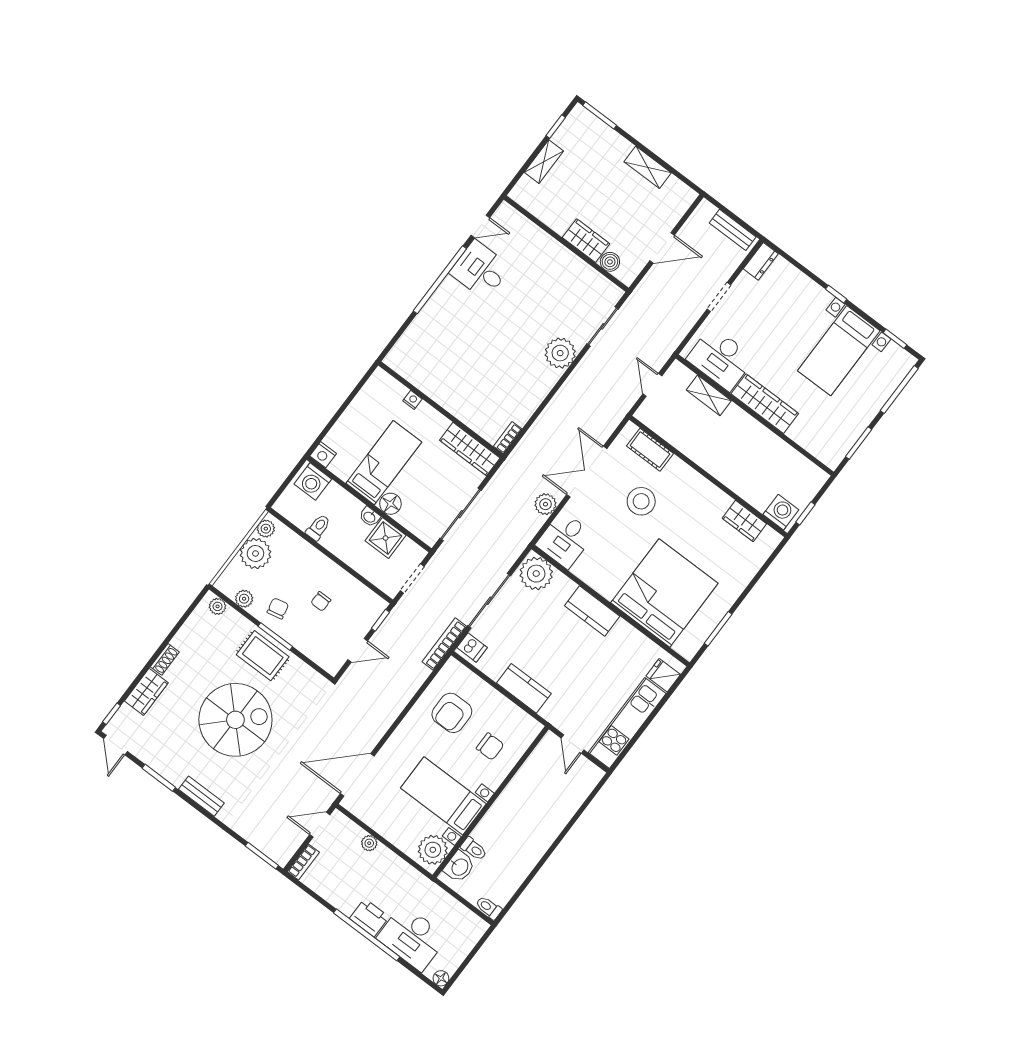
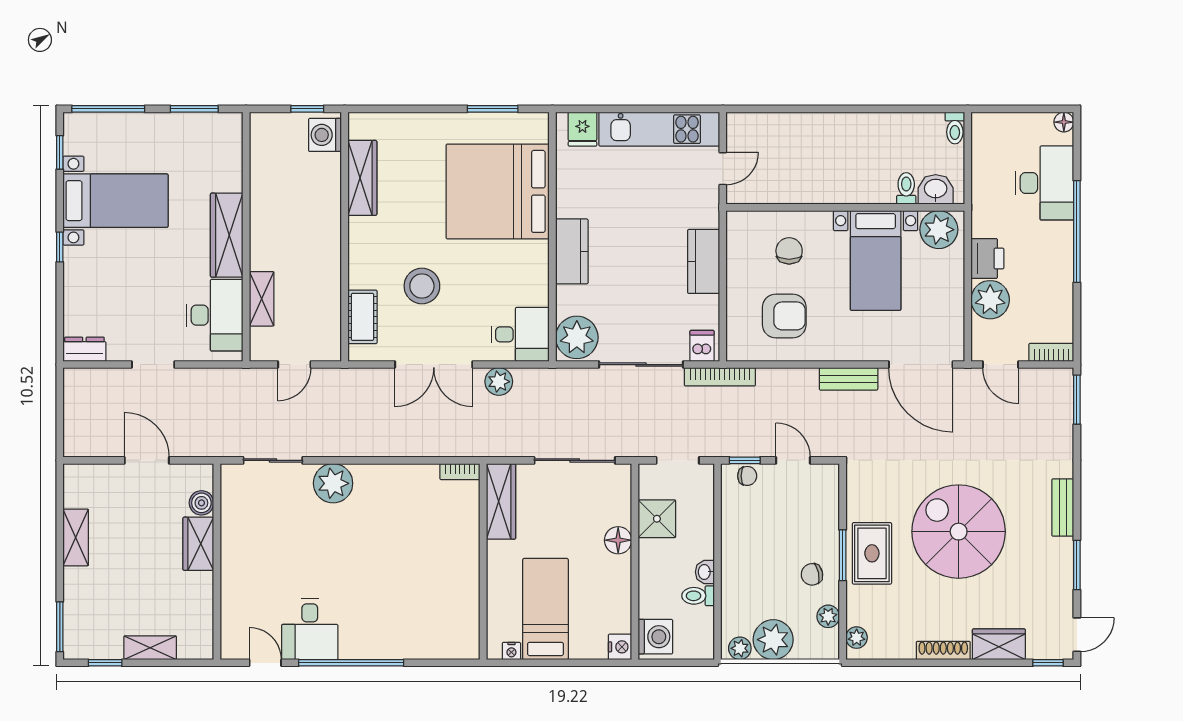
bench: (733, 230) -> (849, 379), moved, turned 90
nightstand: (412, 400) -> (511, 651), moved, turned -90
bed: (384, 463) -> (545, 609), moved, turned 90
washbasin: (370, 517) -> (705, 572), moved, turned 180
wardrobe: (744, 521) -> (362, 178), width x1.50
chair: (321, 601) -> (747, 476), moved
shoe rack: (165, 659) -> (943, 650), width x1.43
plant: (369, 843) -> (990, 300), width x1.88, depth x1.88
printer: (369, 918) -> (987, 258), moved, turned 180

